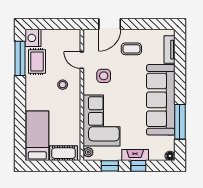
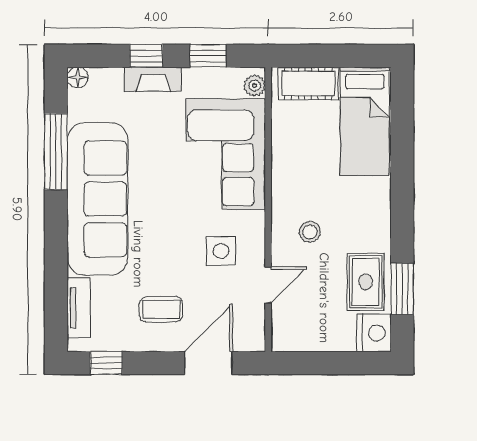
window: (157, 24) -> (106, 363), added
window: (20, 58) -> (402, 289), width x0.69
door: (82, 60) -> (268, 285), hinge flipped

